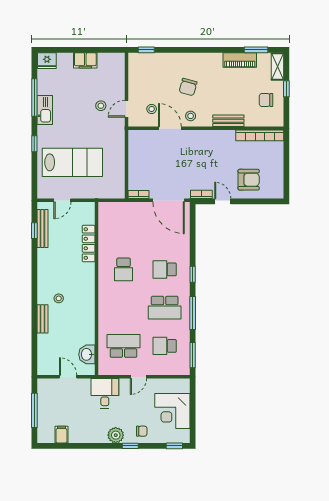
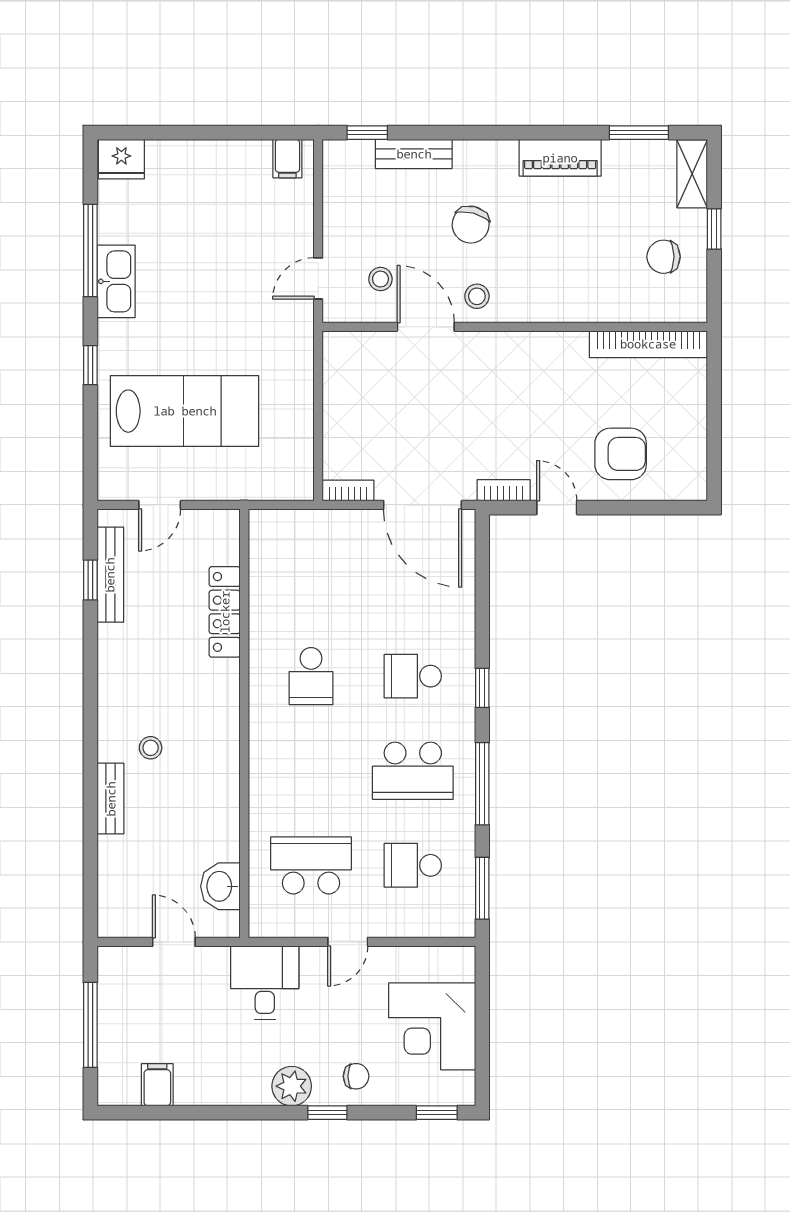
filing cabinet: (85, 60) -> (287, 159), moved, width x0.50
piano: (240, 60) -> (560, 158), moved
stool: (101, 106) -> (255, 271), removed
bench: (228, 121) -> (414, 154), moved

